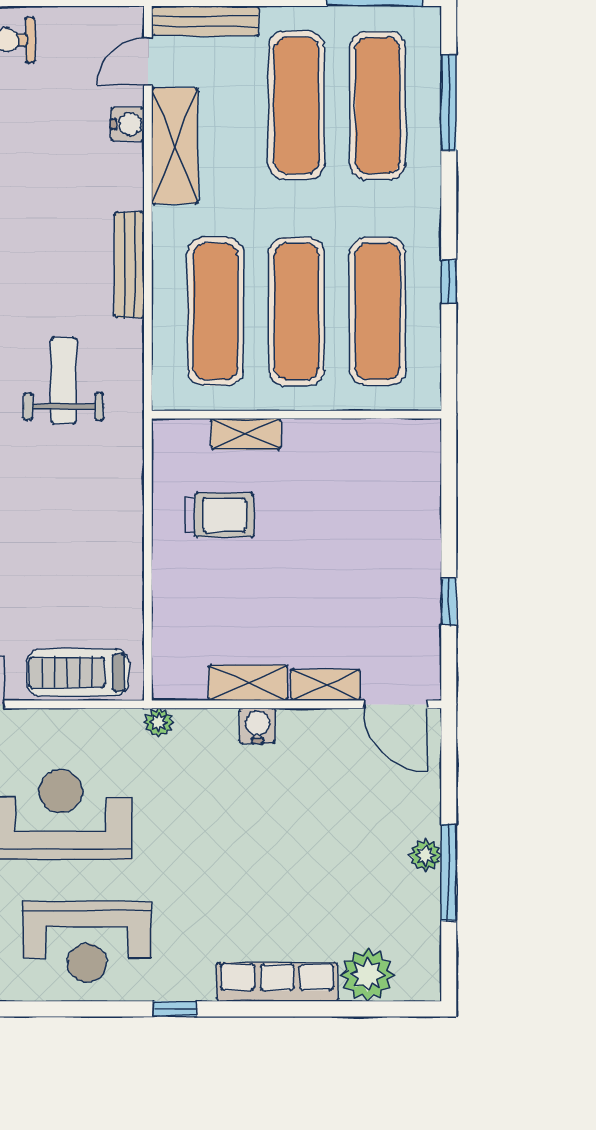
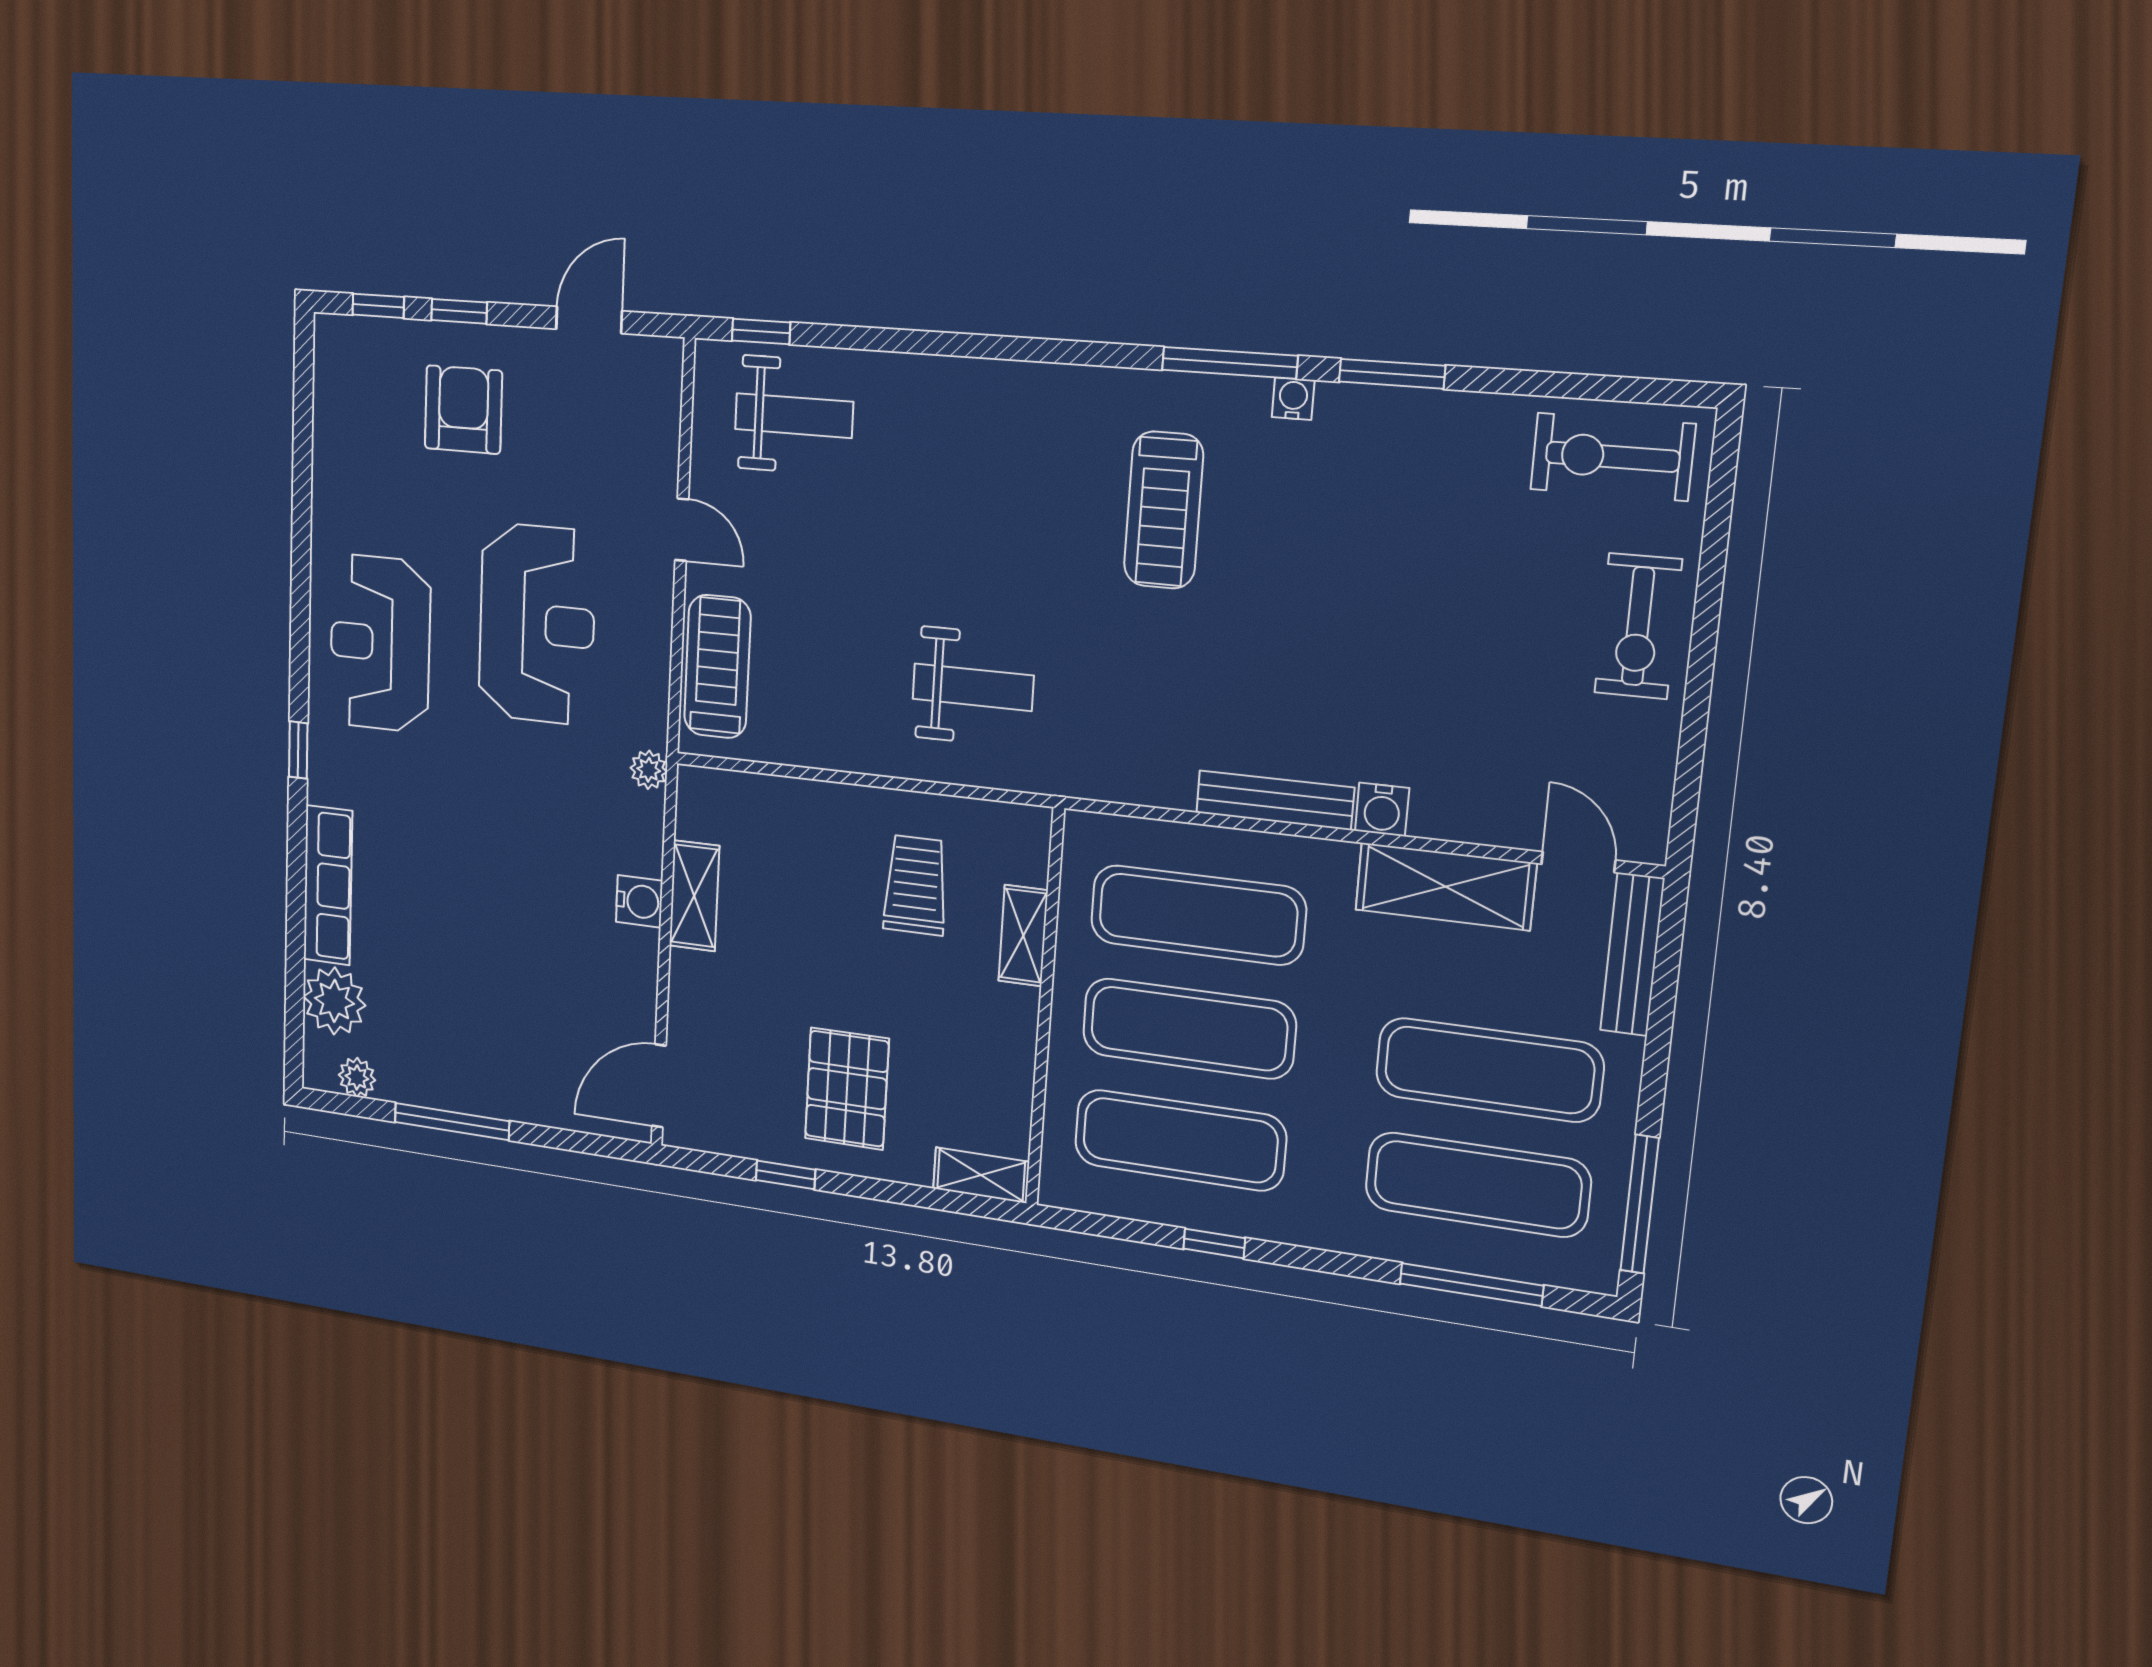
water cooler: (128, 124) -> (1382, 810), moved
weight bench: (64, 381) -> (973, 687), moved
trolley: (219, 515) -> (916, 885), turned 180
pallet: (376, 558) -> (847, 1089), added
shelving: (325, 685) -> (981, 1175), moved, turned 90
plant: (426, 855) -> (357, 1077), moved

